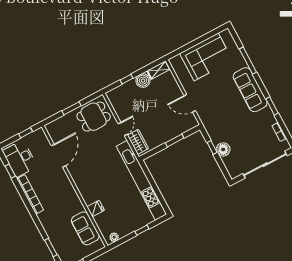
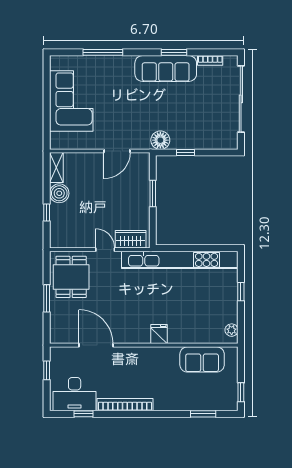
sofa: (250, 90) -> (166, 68), moved
floor lamp: (223, 149) -> (160, 140), moved
fridge: (96, 208) -> (159, 334), moved

